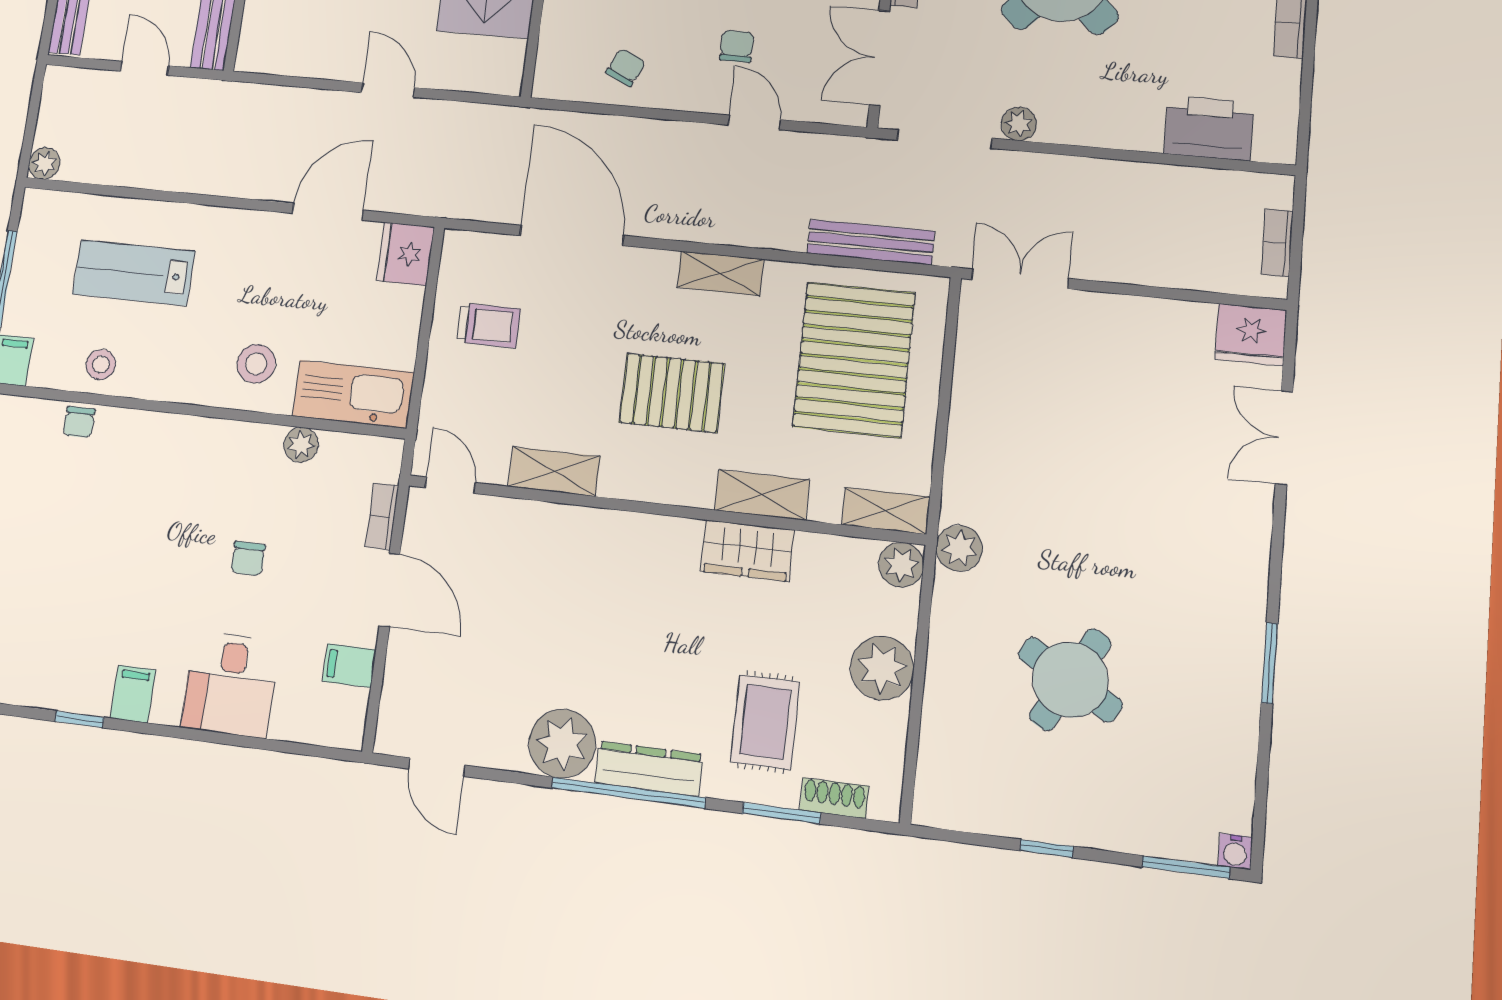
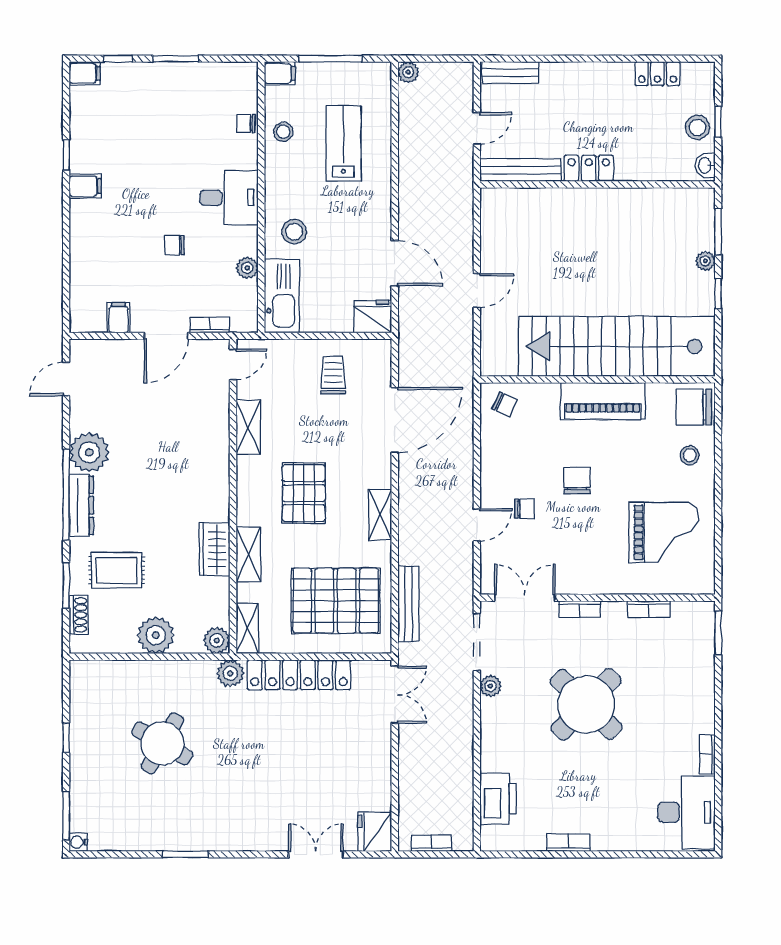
chair: (626, 67) -> (505, 404), moved
trolley: (489, 325) -> (333, 375), turned 180
locker: (972, 433) -> (299, 675), added
desk: (230, 684) -> (229, 198), moved, turned 180

